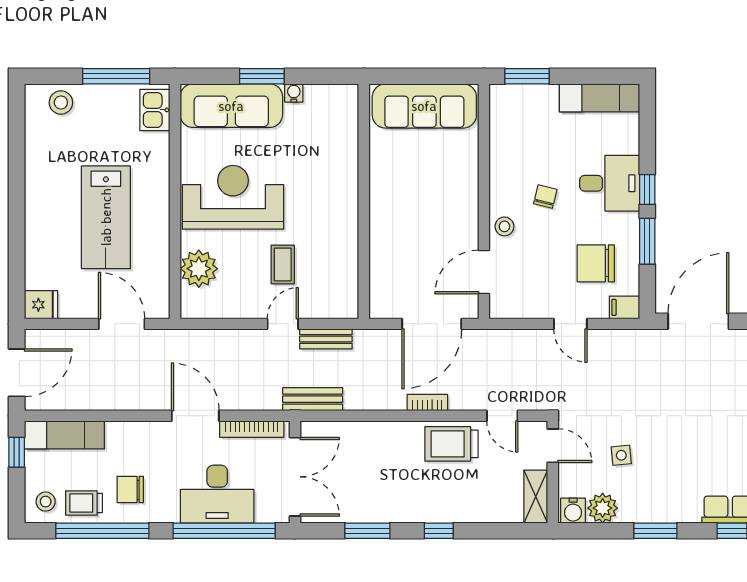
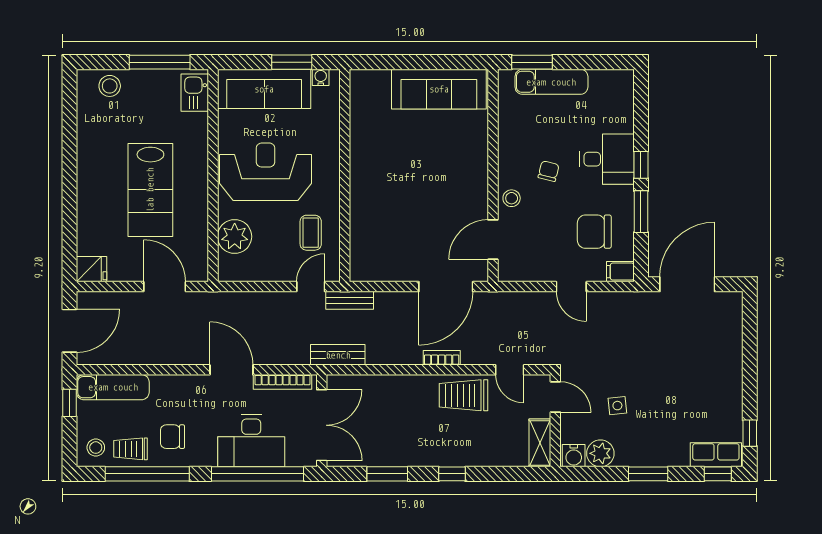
exam couch: (600, 98) -> (551, 82), moved
wall: (364, 201) -> (345, 175), moved

